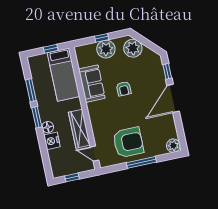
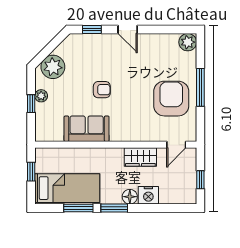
plant: (106, 49) -> (41, 96), width x0.53, depth x0.53
bed: (63, 75) -> (67, 188), moved
door: (173, 98) -> (128, 30), width x0.53
wardrobe: (79, 129) -> (140, 157), width x0.67

